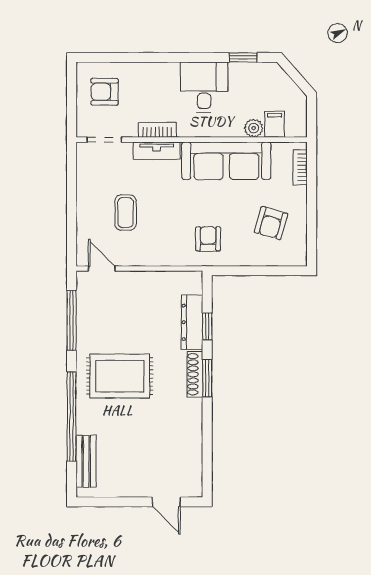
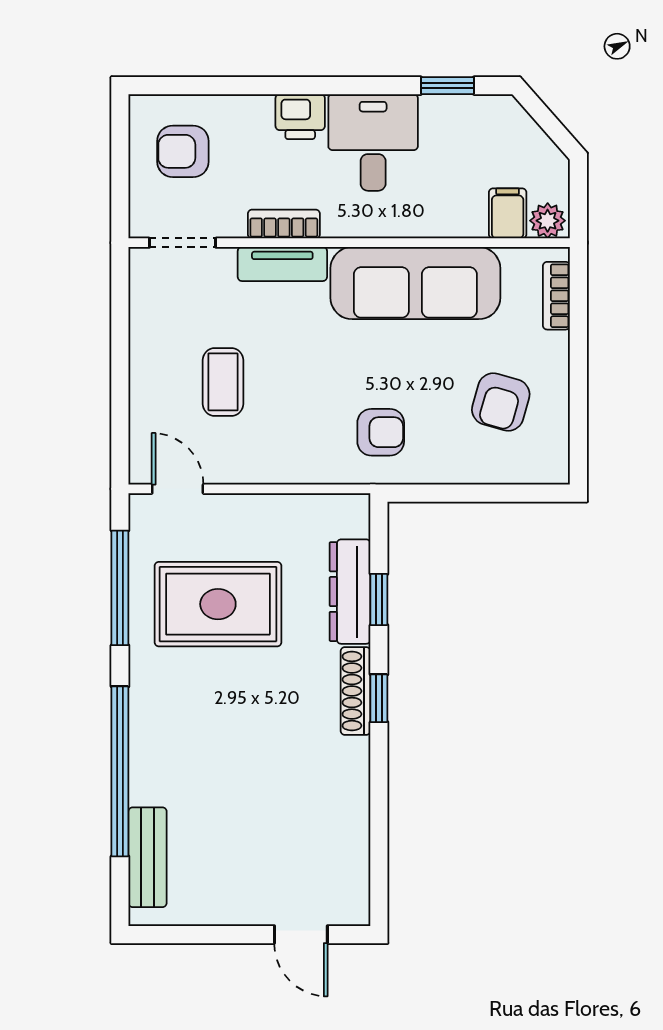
printer: (166, 74) -> (300, 117), added
plant: (254, 128) -> (548, 221), moved
armchair: (208, 239) -> (381, 432), turned 90
rug: (120, 376) -> (218, 604), moved
window: (207, 378) -> (379, 698), width x0.67

